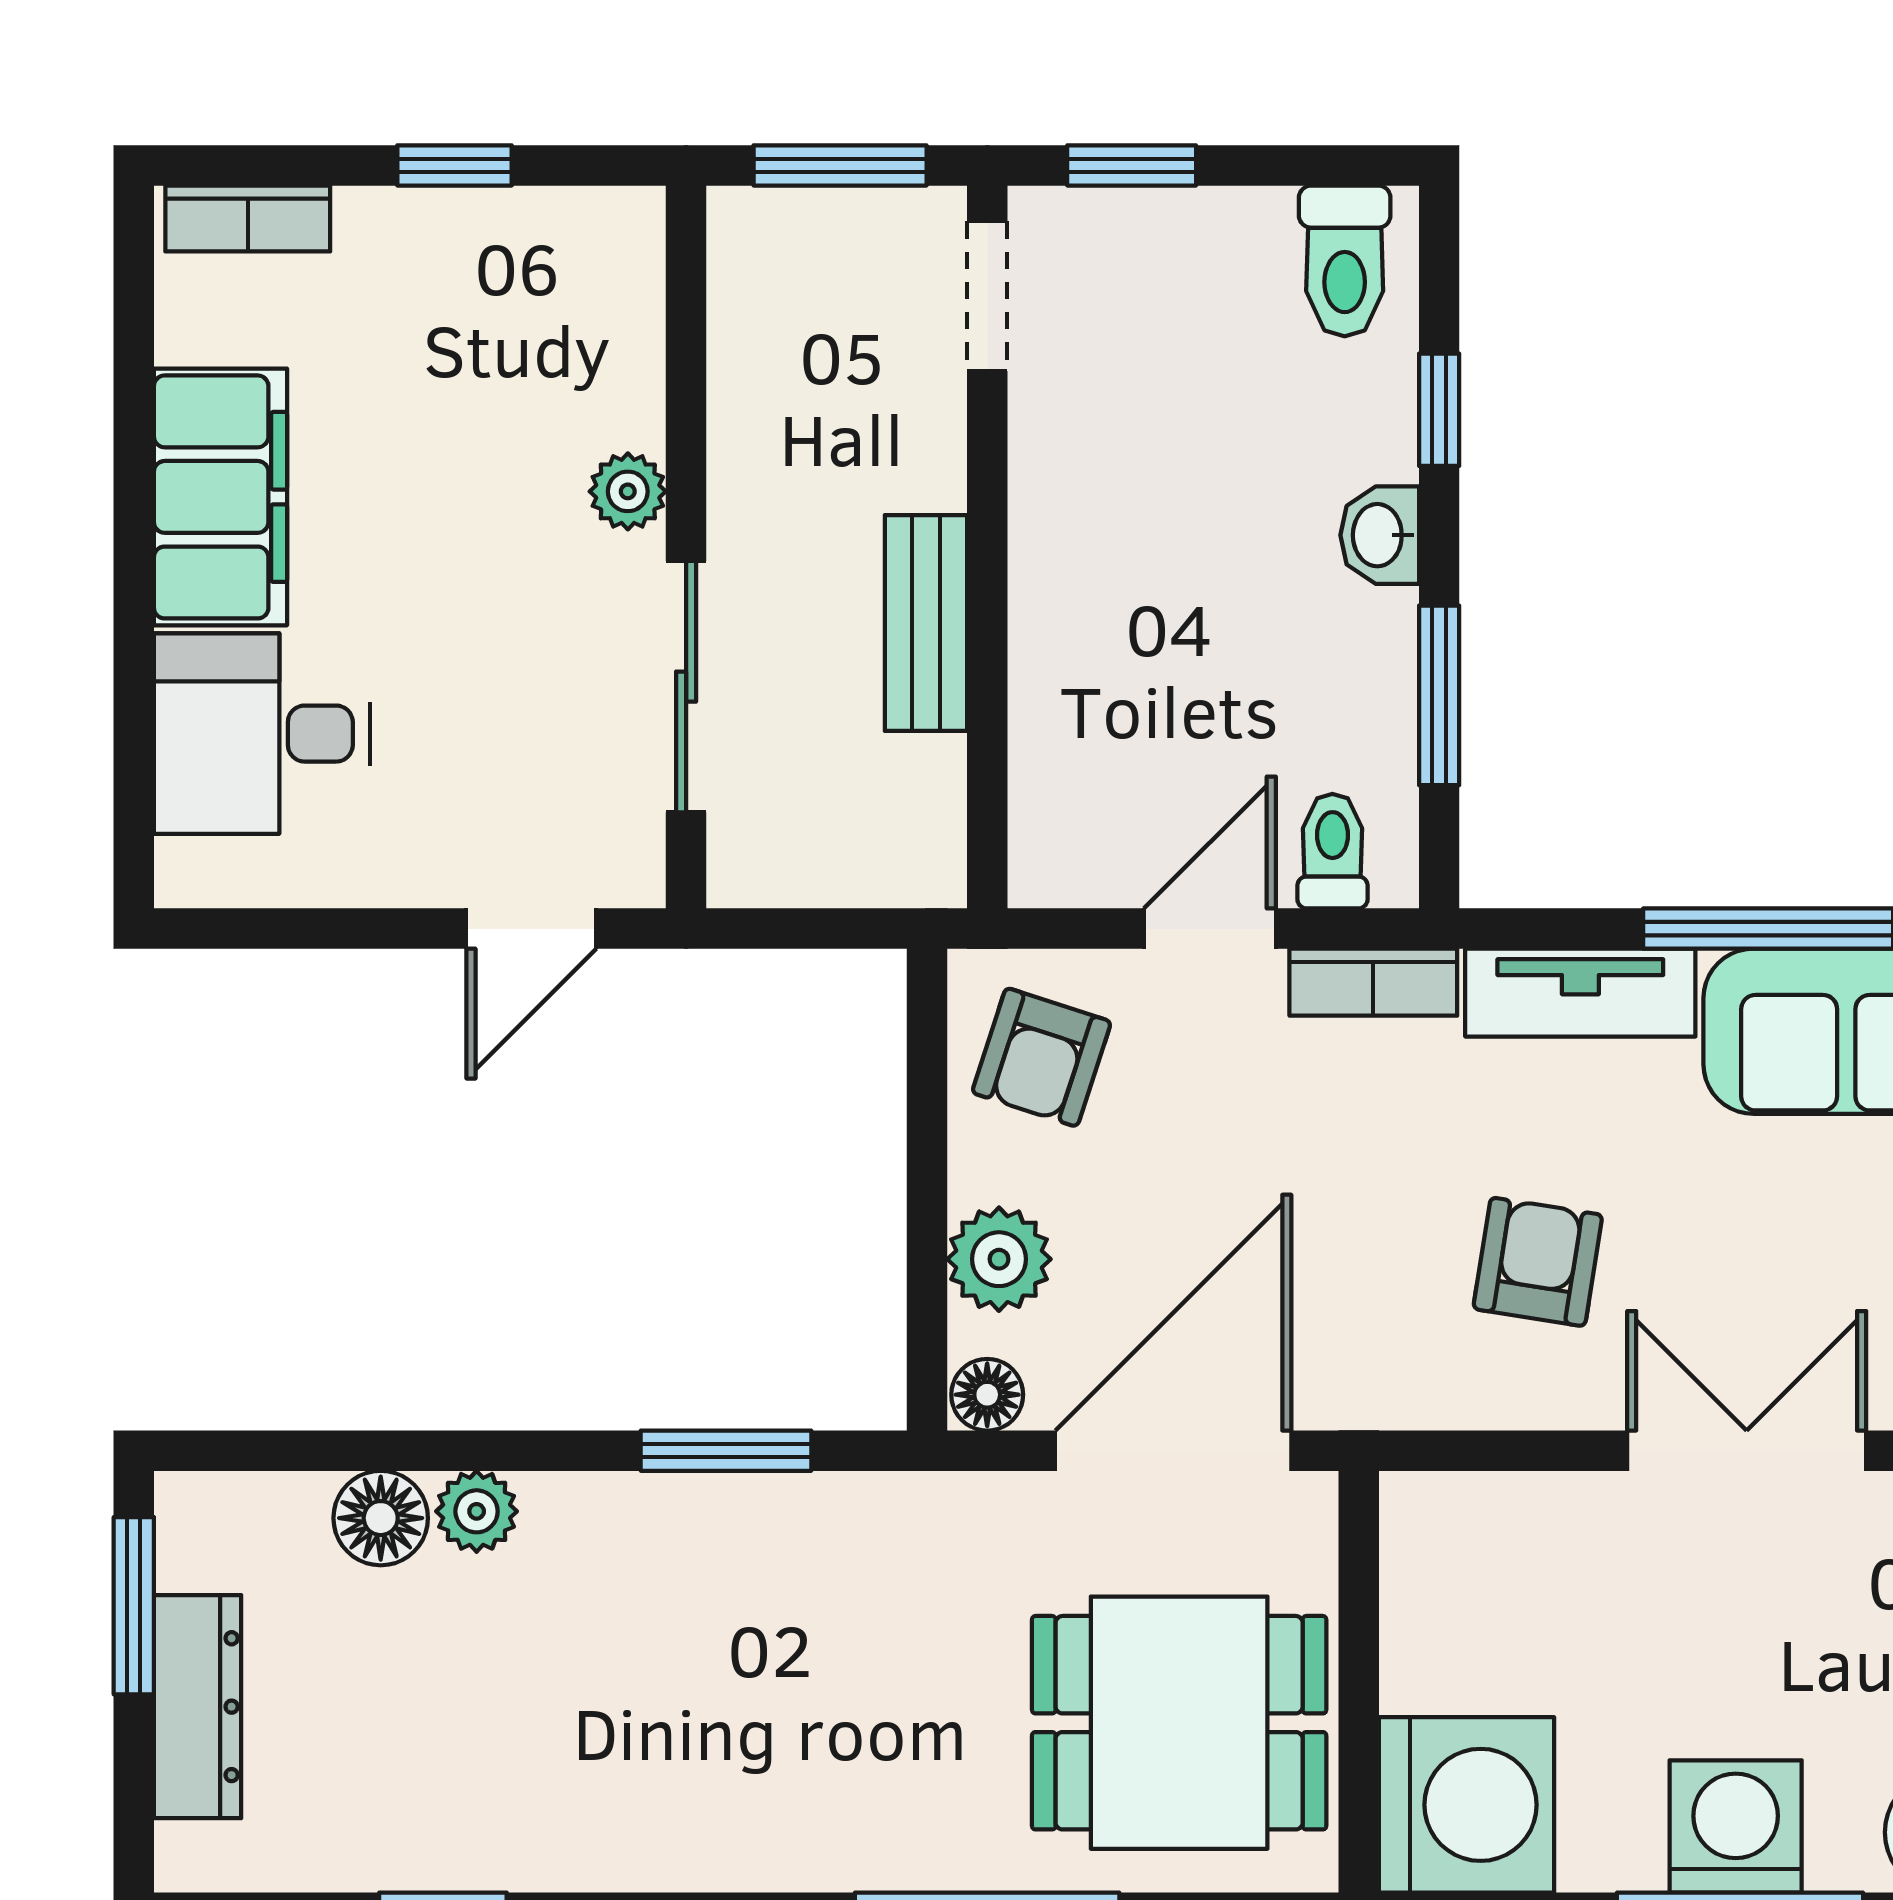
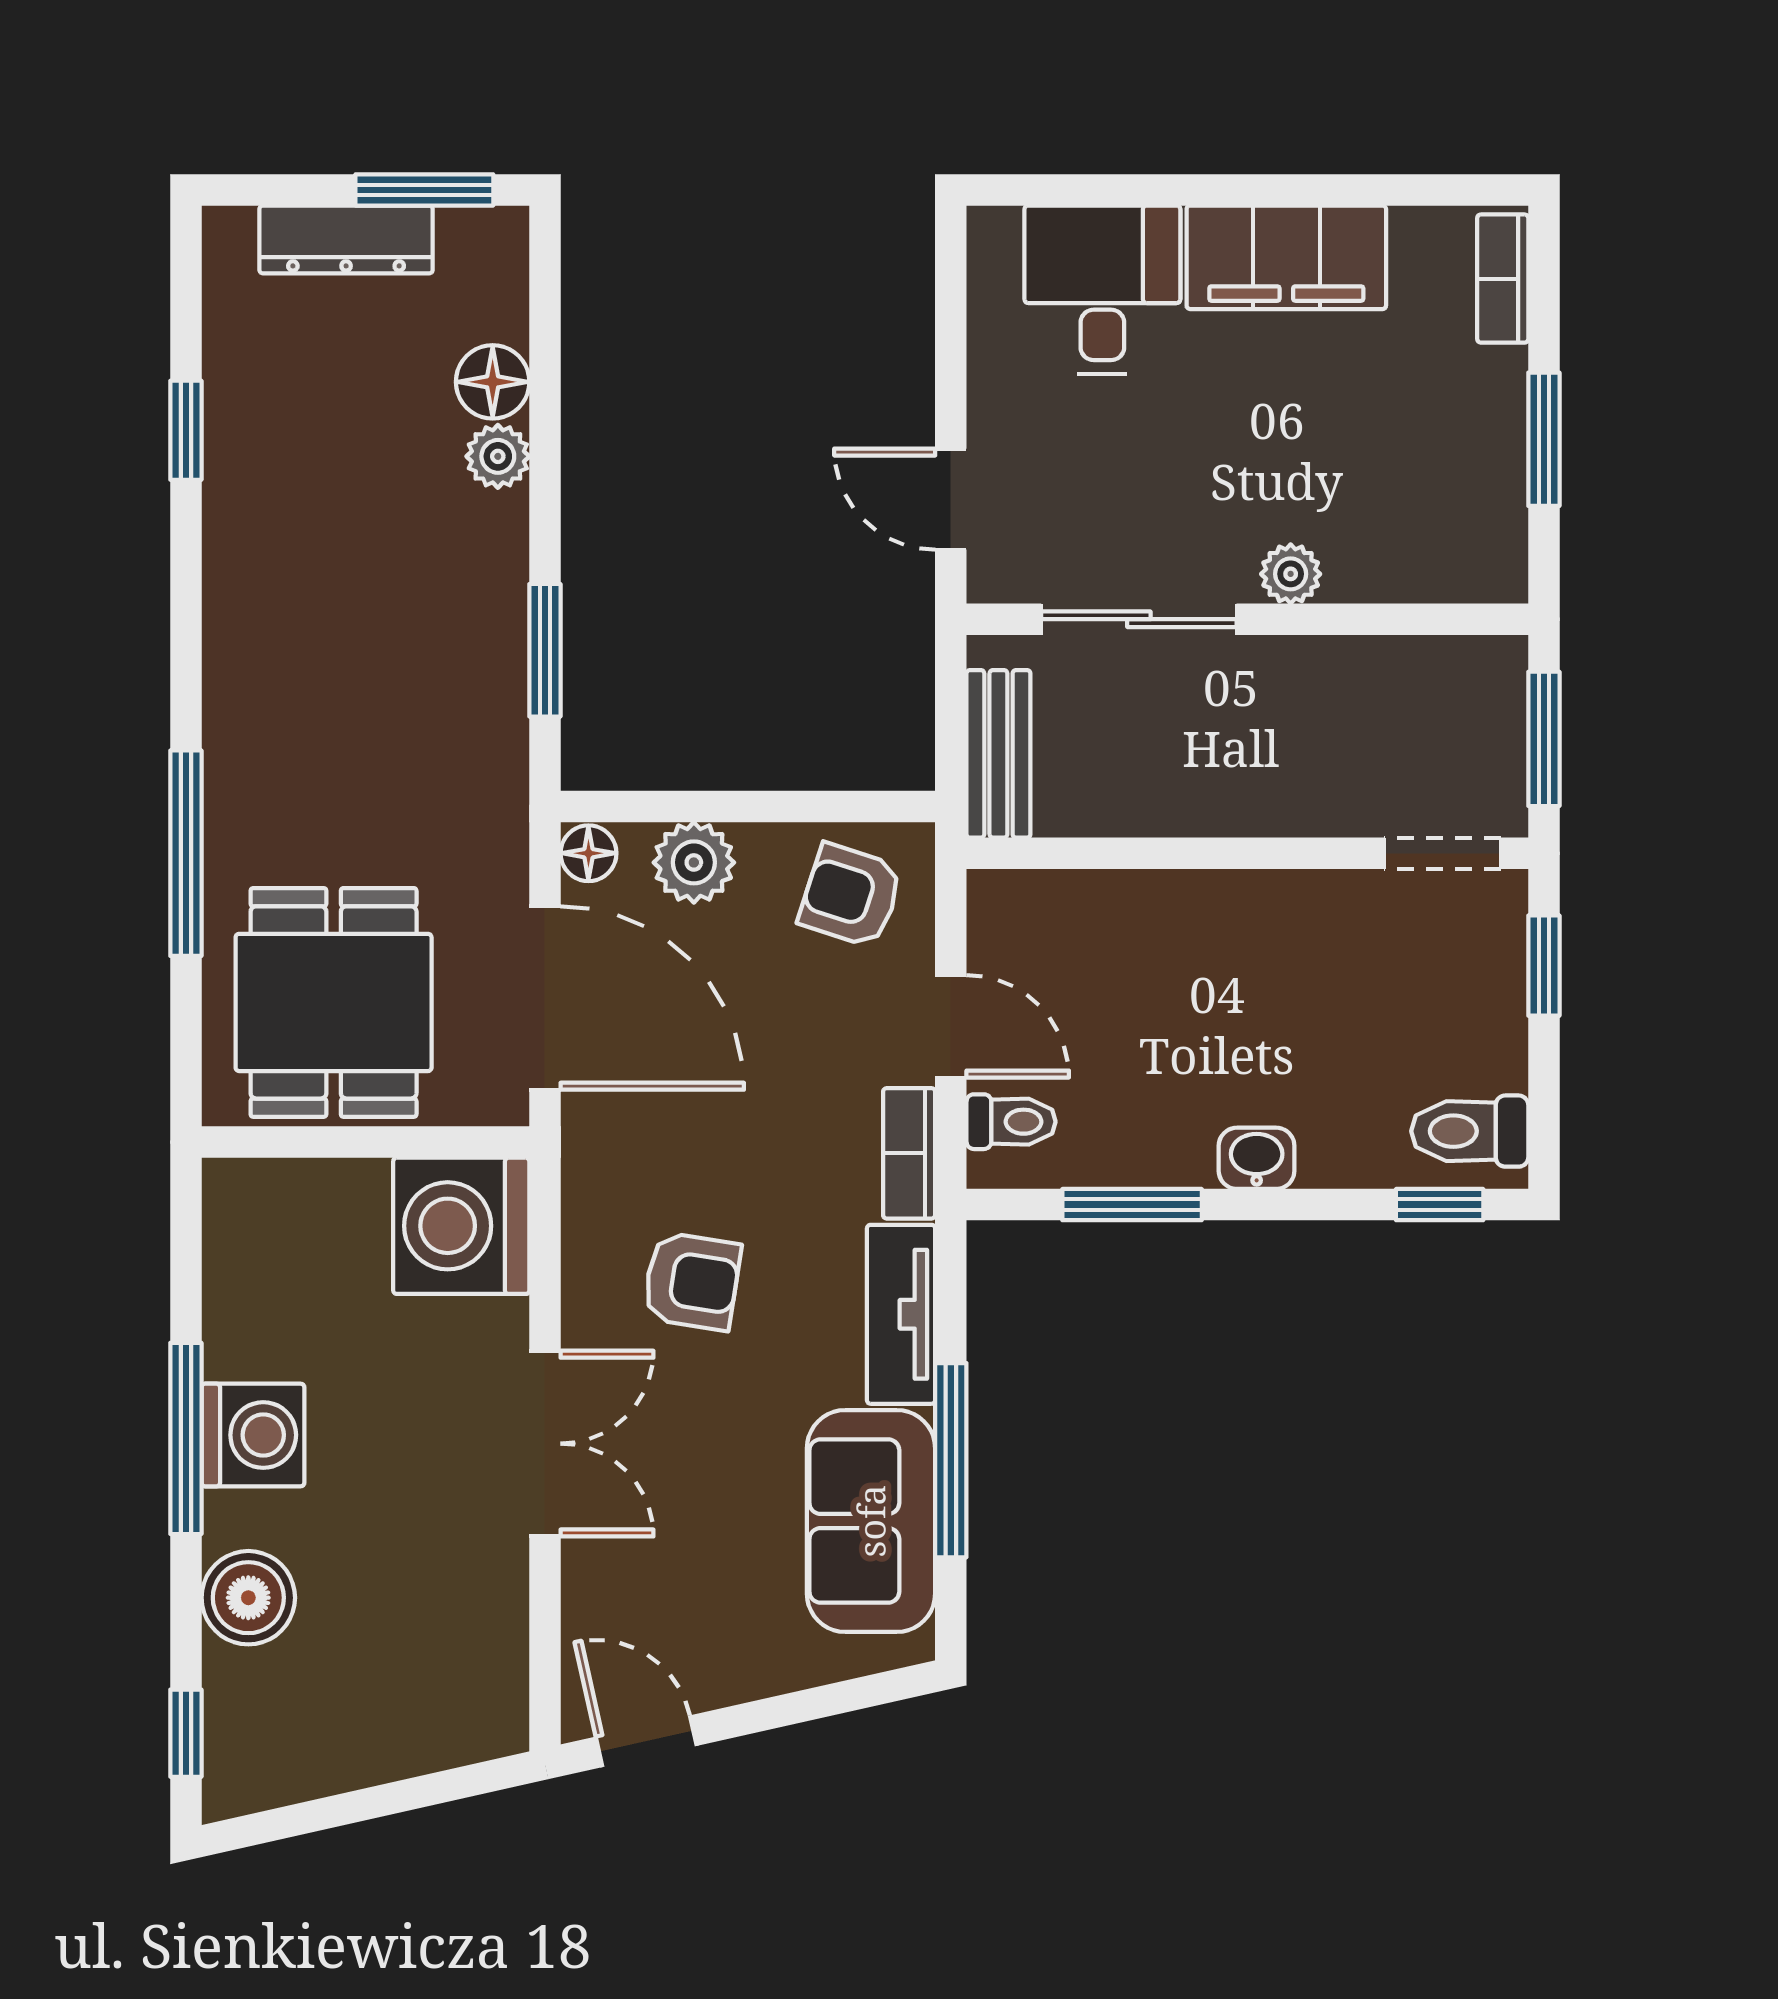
window: (455, 165) -> (1544, 439), width x1.50
window: (1439, 410) -> (1440, 1205), moved
bench: (926, 623) -> (998, 754), moved, turned 90
washing machine: (1467, 1805) -> (461, 1226), moved, turned 90

